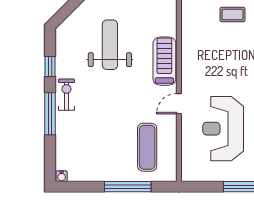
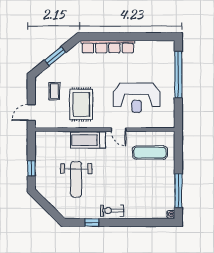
weight bench: (110, 45) -> (76, 179), turned -90
rug: (214, 52) -> (81, 104), added
window: (50, 114) -> (126, 222), removed
window: (128, 187) -> (178, 191), moved

